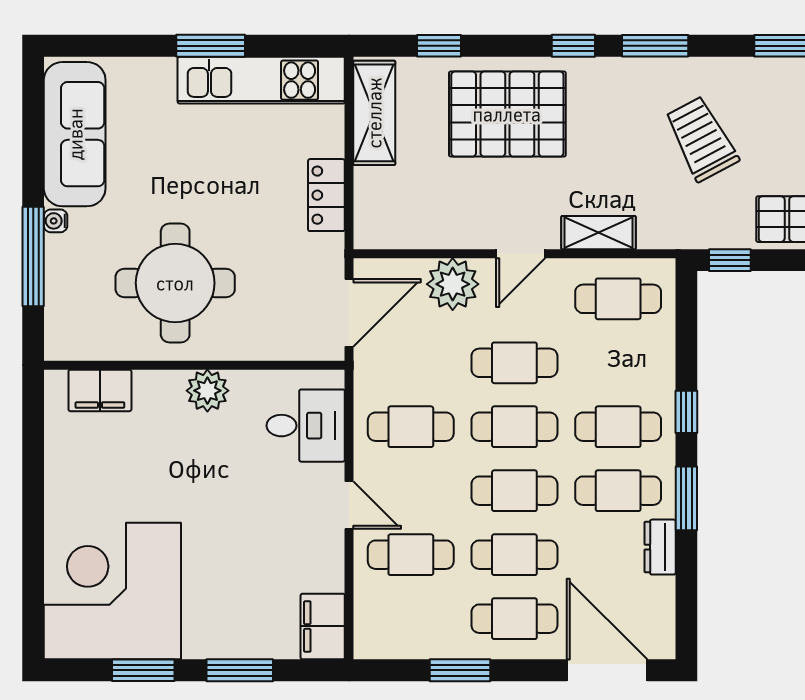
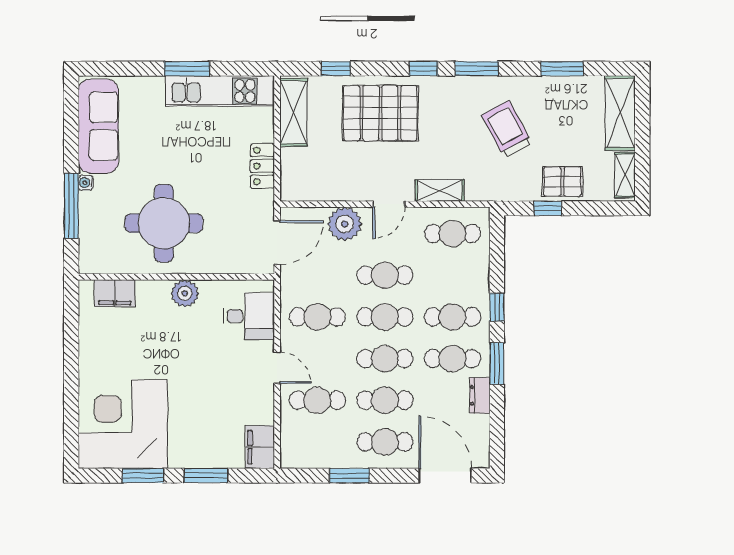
window: (730, 260) -> (548, 208), moved

